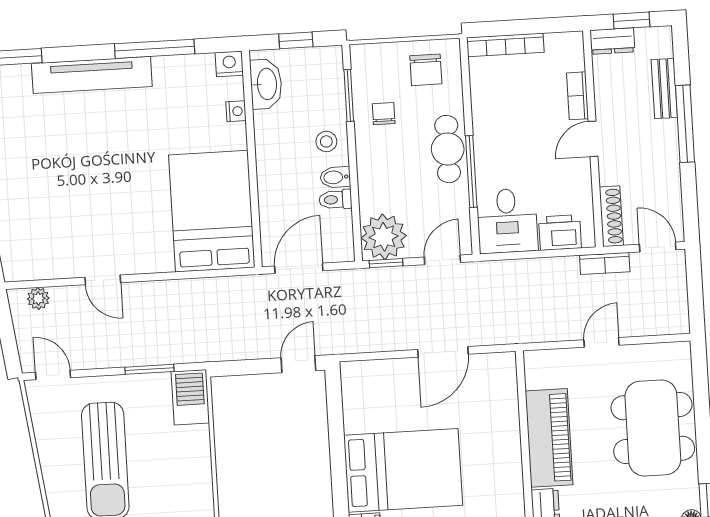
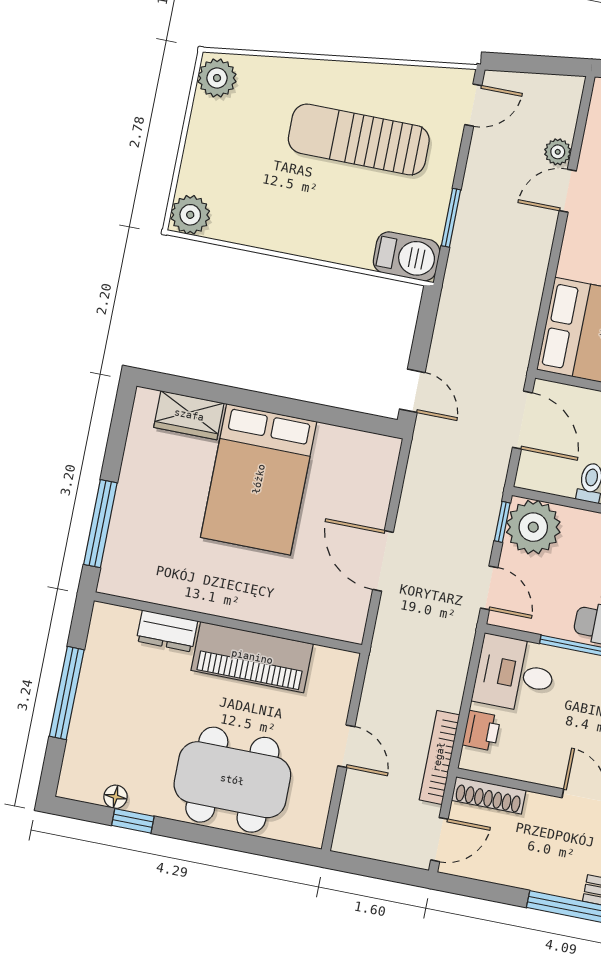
printer: (560, 232) -> (482, 731), width x0.73, depth x0.81
bookcase: (605, 263) -> (439, 757), width x1.56
plant: (38, 298) -> (558, 152), moved

